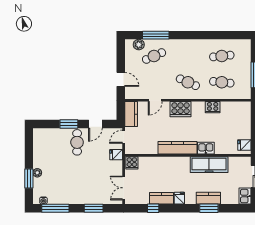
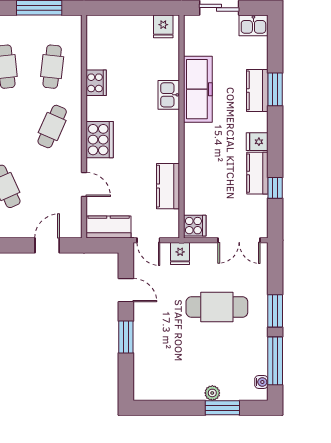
cafe table: (77, 142) -> (217, 307), moved, width x1.37, depth x1.35
kitchen counter: (177, 148) -> (168, 186), moved, width x0.67
window: (94, 208) -> (275, 311), moved

